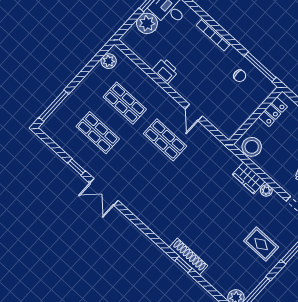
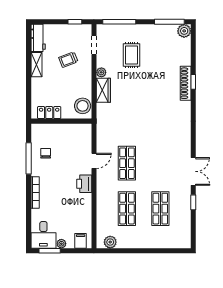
plant: (147, 23) -> (61, 244), width x0.53, depth x0.53
filing cabinet: (134, 36) -> (81, 241), added
window: (260, 67) -> (29, 158), moved
printer: (165, 71) -> (84, 184), moved
window: (54, 106) -> (168, 251), removed
rug: (261, 244) -> (131, 55), moved

